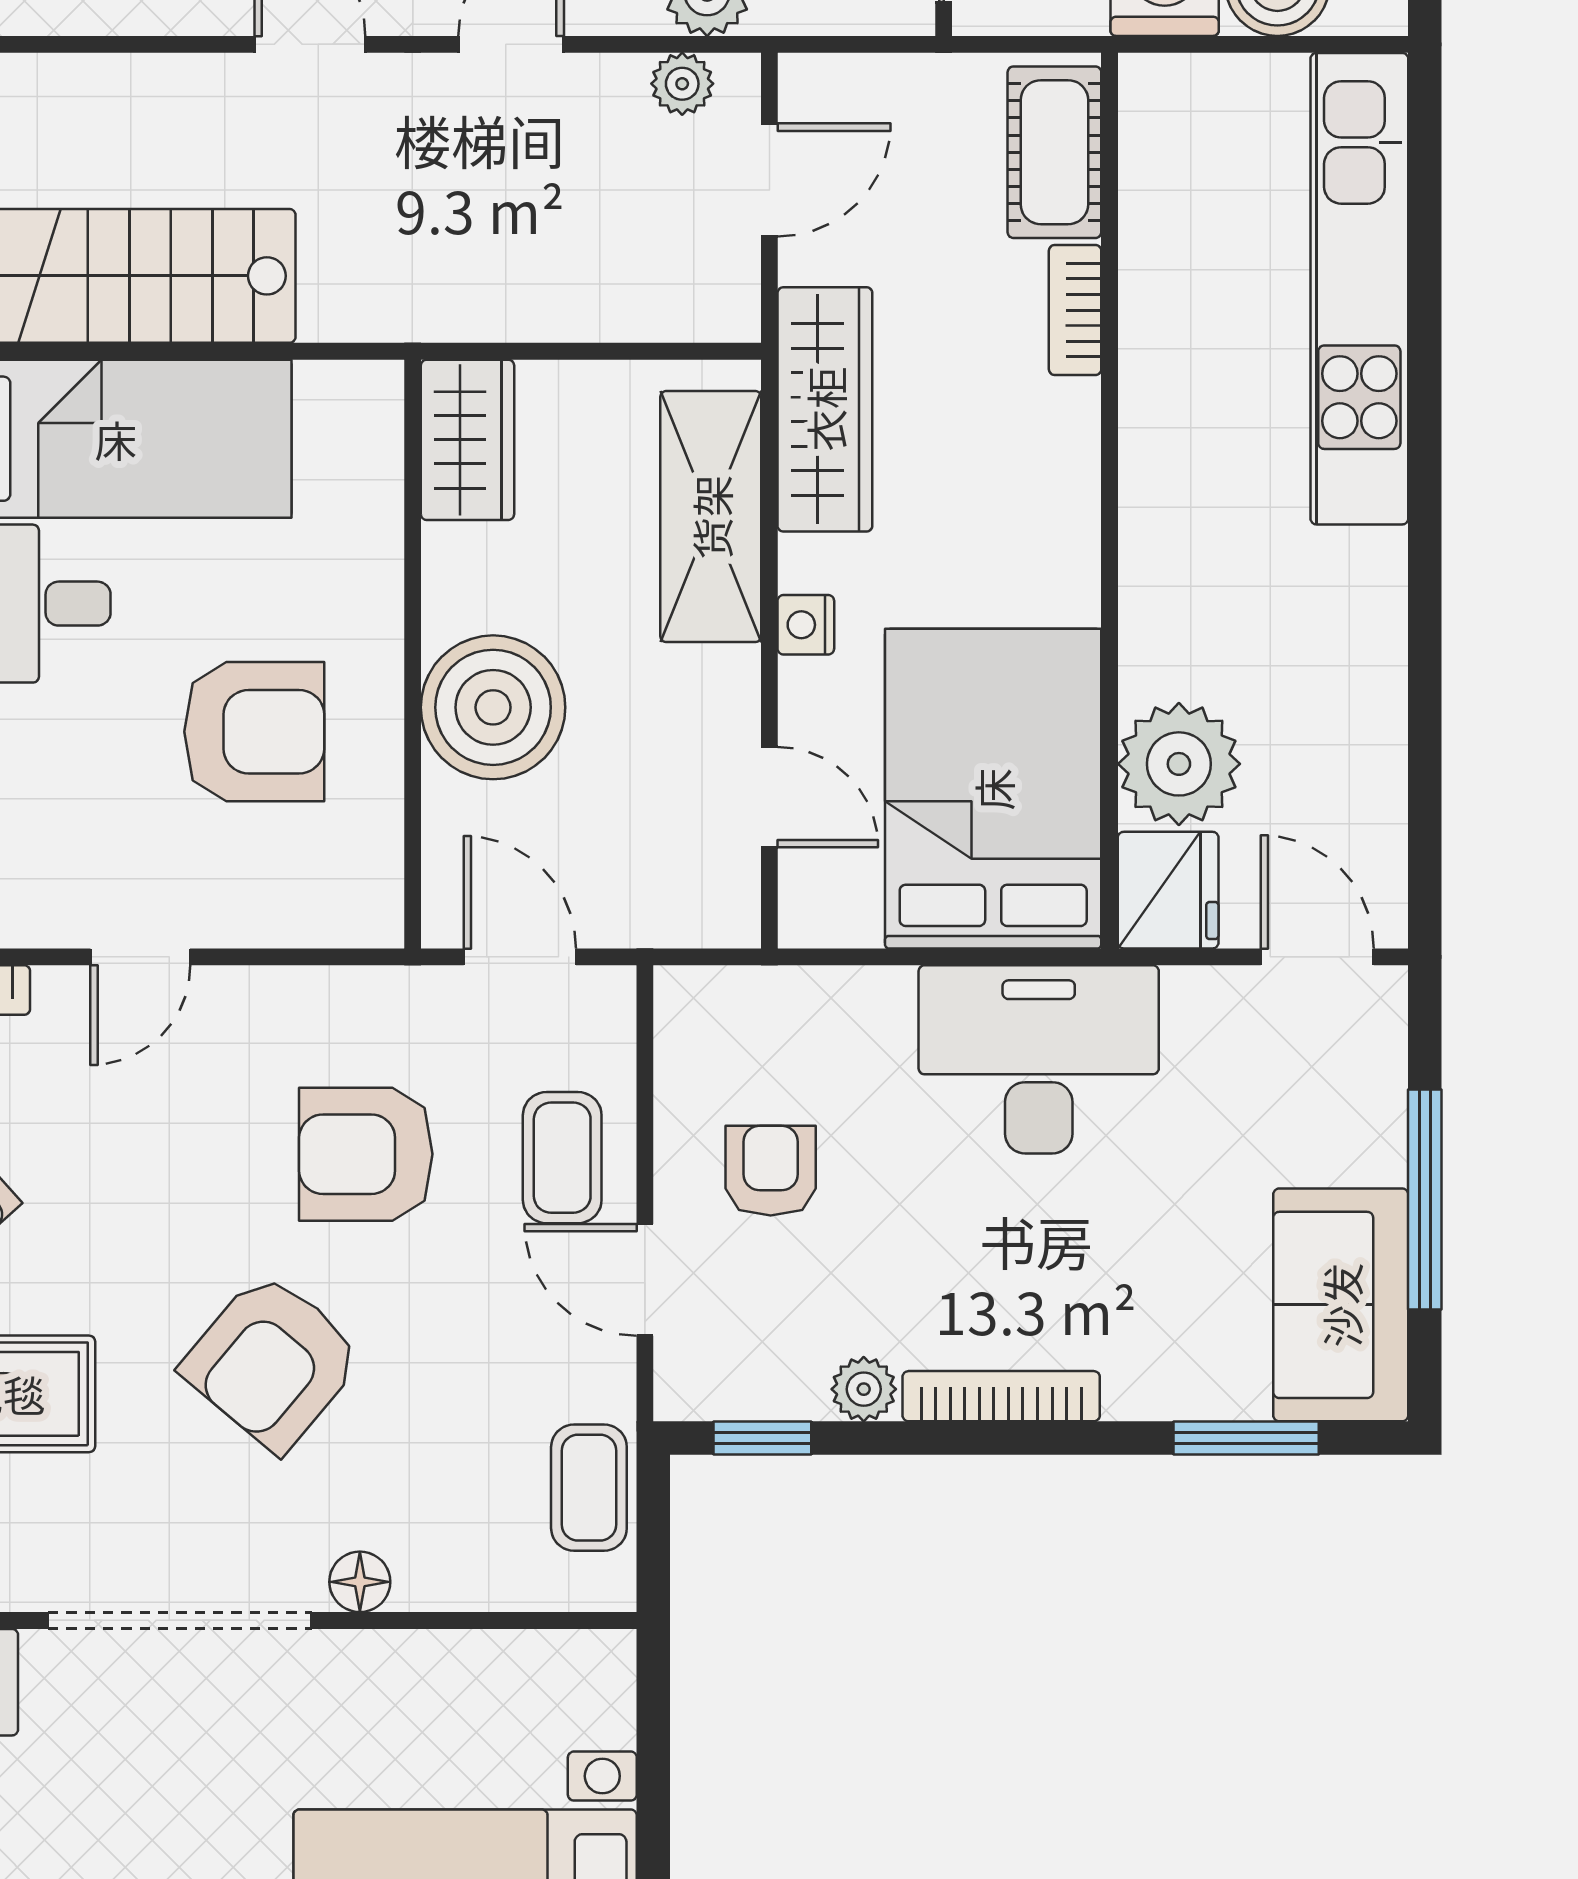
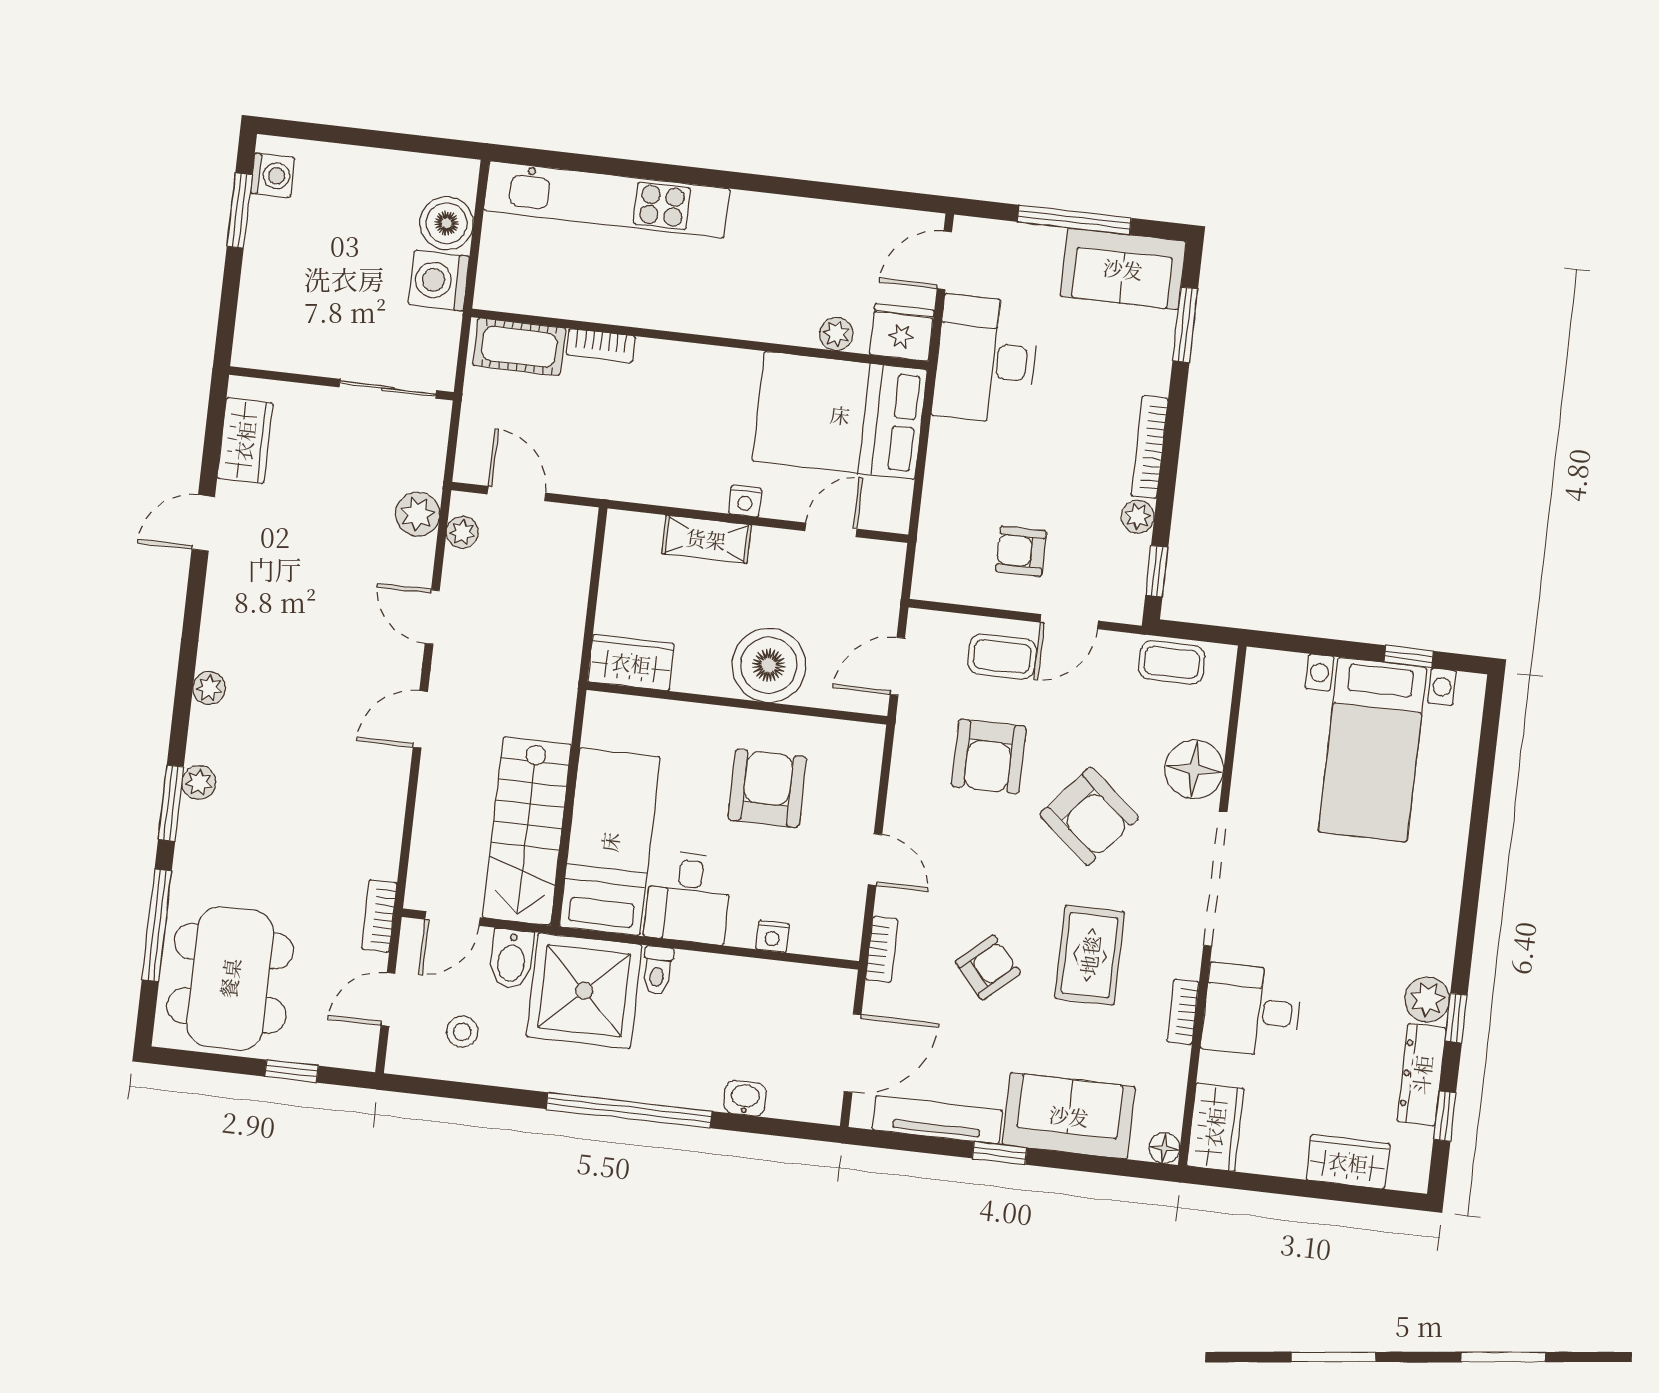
wardrobe: (825, 409) -> (637, 479), removed
shelving: (711, 517) -> (706, 539), width x0.67, depth x0.75
plant: (1179, 764) -> (836, 334), width x0.53, depth x0.53
desk: (1039, 1059) -> (986, 360), moved
floor lamp: (360, 1582) -> (1194, 769), width x1.89, depth x1.89

